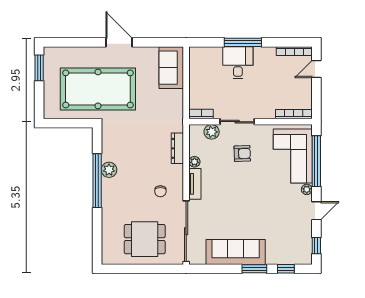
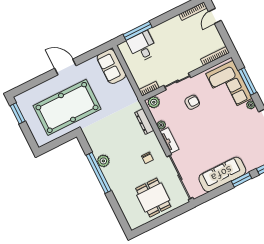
window: (243, 42) -> (138, 31), moved
desk: (238, 63) -> (142, 47), moved
plant: (212, 132) -> (154, 102), moved
window: (316, 161) -> (247, 81), width x0.68
dining table: (145, 239) -> (153, 198), turned 90

